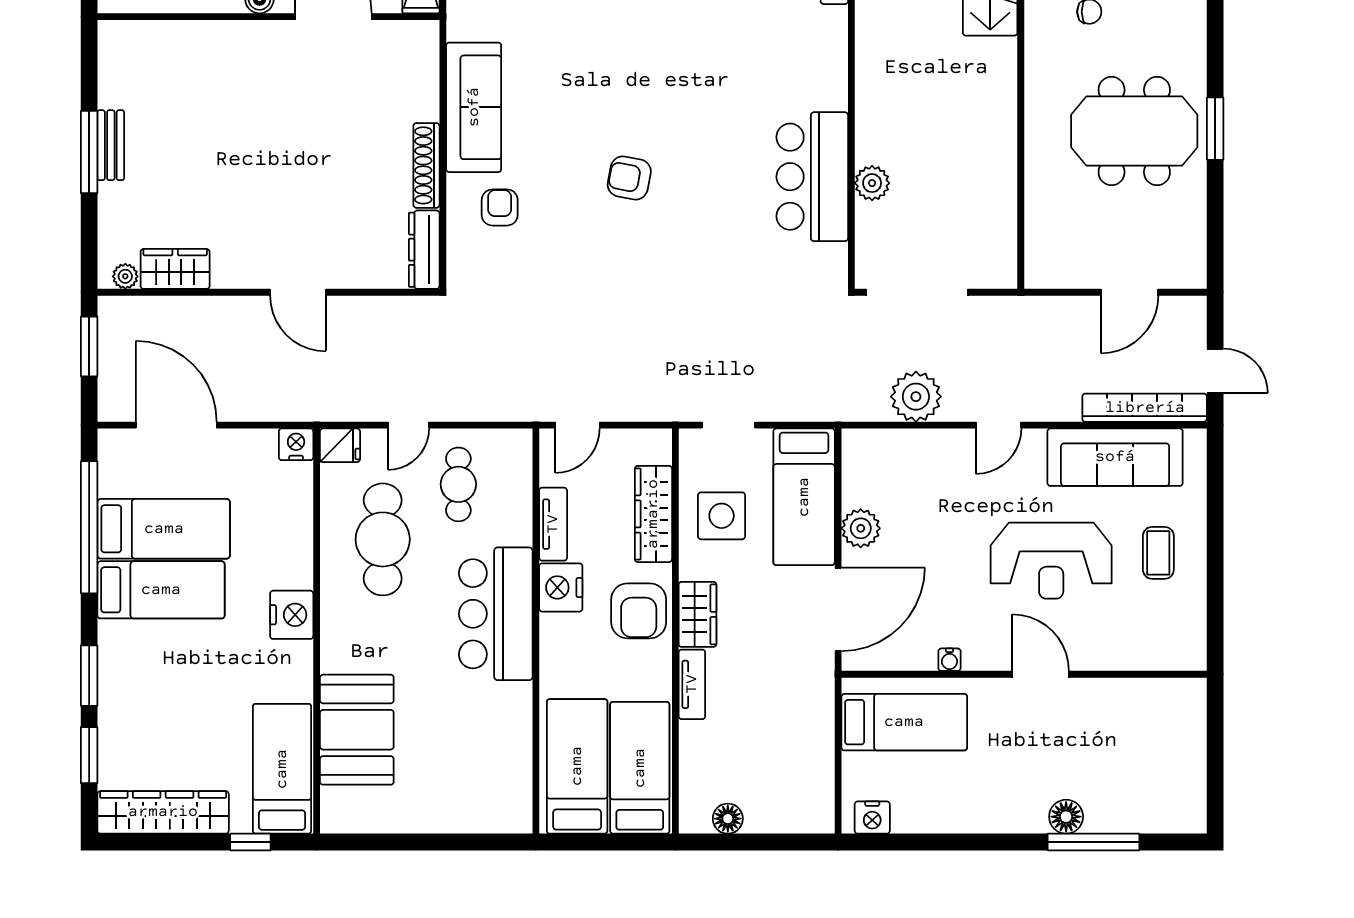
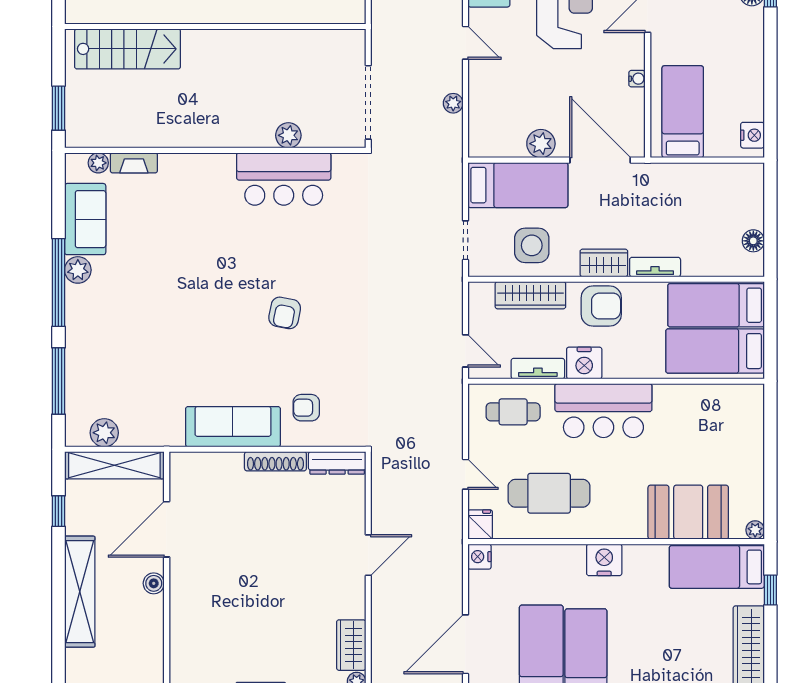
plant: (916, 397) -> (453, 103), width x0.53, depth x0.53
cafe table: (458, 484) -> (513, 412), moved
plant: (332, 821) -> (755, 530), added

